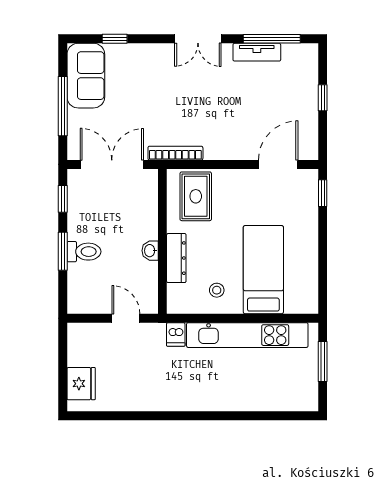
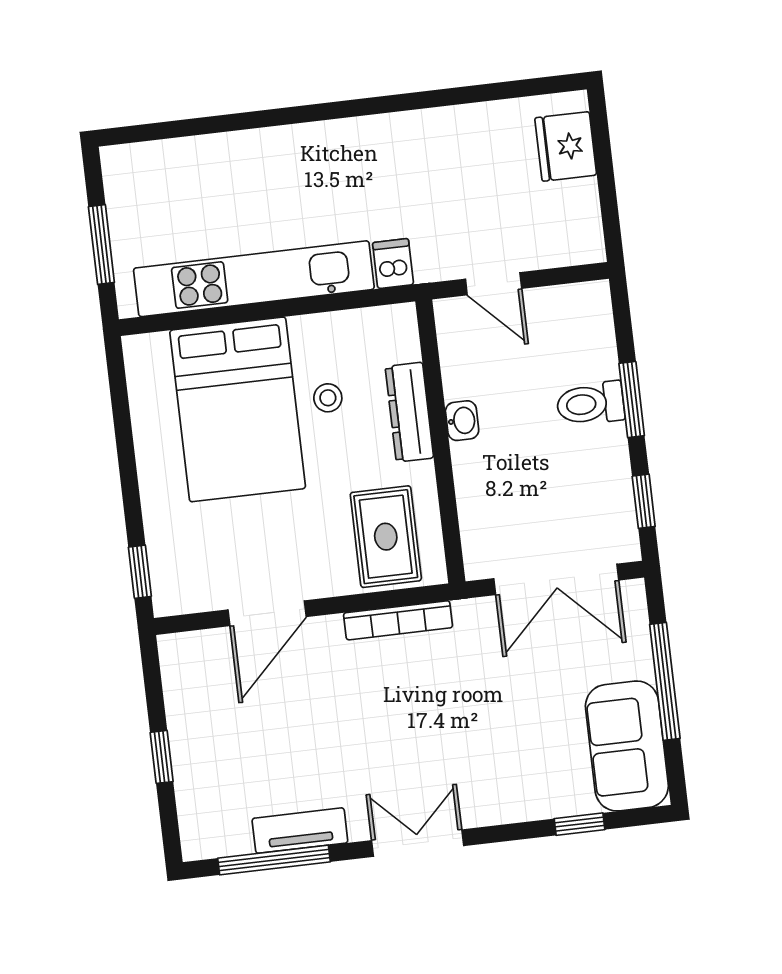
bookcase: (175, 153) -> (398, 620), moved
door: (278, 164) -> (267, 613), moved
bed: (263, 270) -> (238, 409), width x1.50
stool: (217, 290) -> (328, 398), moved

